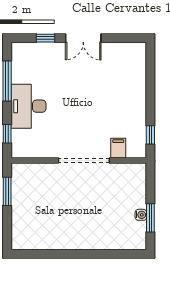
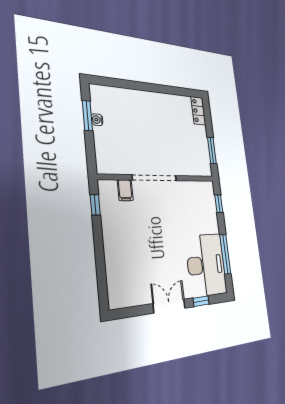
desk: (28, 106) -> (206, 265), moved, width x1.36, depth x1.30
locker: (19, 235) -> (198, 111), added

